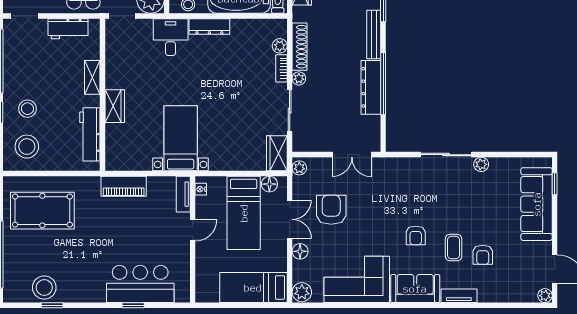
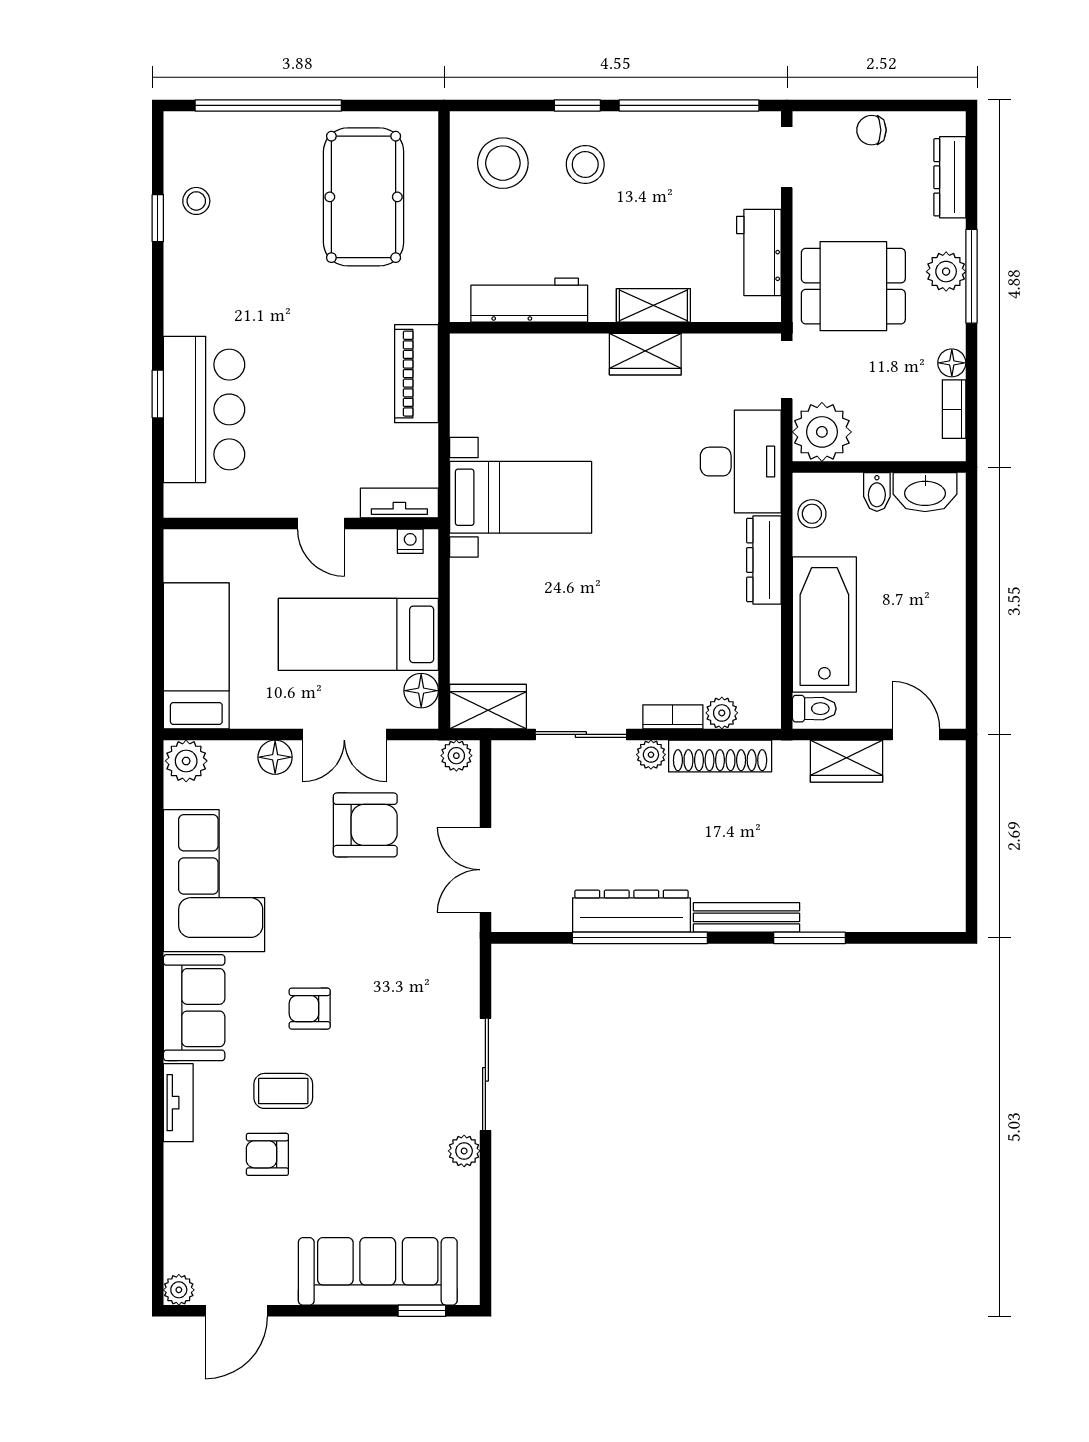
desk: (171, 37) -> (741, 462), width x1.37
wardrobe: (115, 106) -> (645, 354), moved
stool: (44, 288) -> (196, 201), width x0.53, depth x0.53

